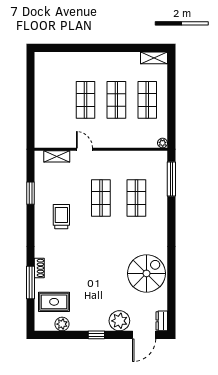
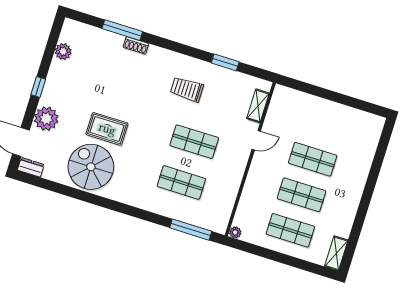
trolley: (61, 217) -> (187, 89), turned 180
spiral stairs: (146, 273) -> (91, 167), turned 180
rug: (54, 302) -> (107, 129), moved, turned 90

